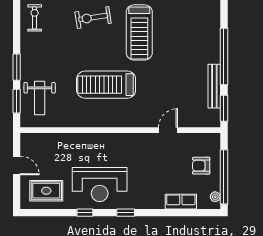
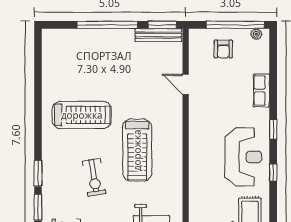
exercise bike: (93, 18) -> (94, 177), moved
bench: (214, 86) -> (158, 35), moved
row of seats: (181, 202) -> (262, 91), moved

